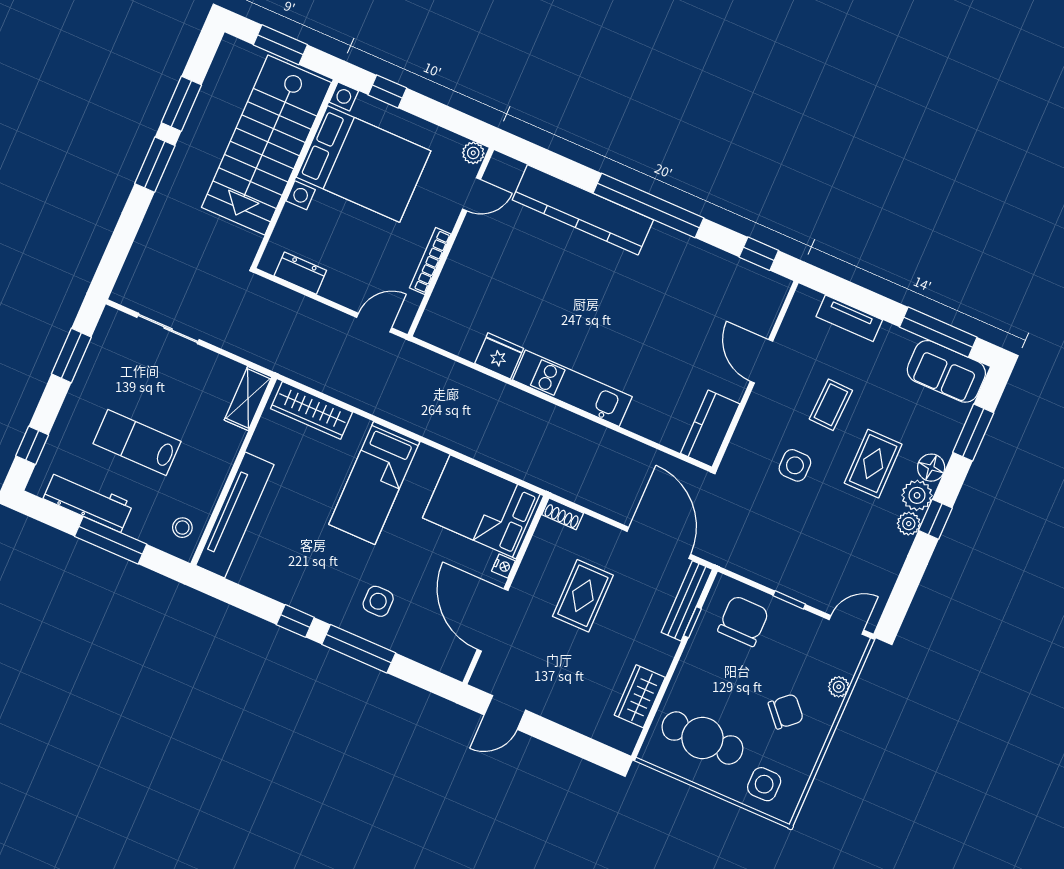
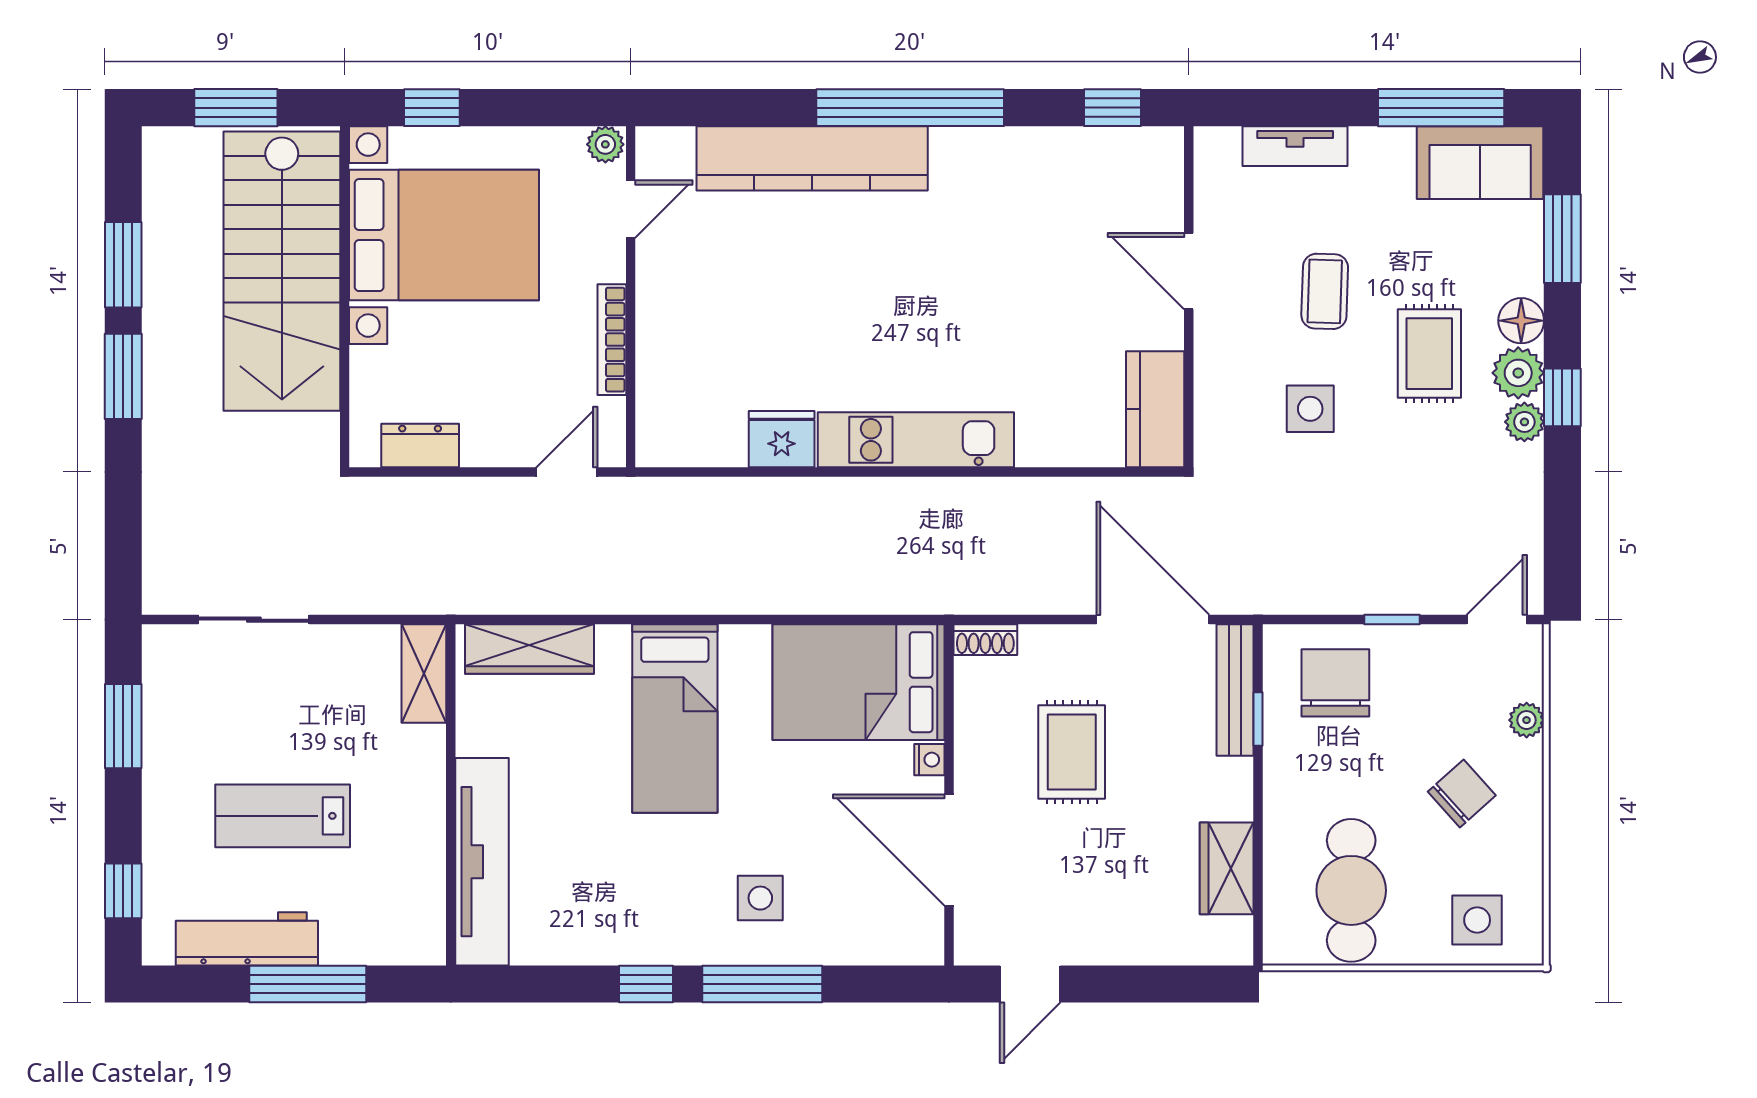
stool: (182, 528) -> (410, 916), removed
cafe table: (702, 738) -> (1351, 890), turned 90

